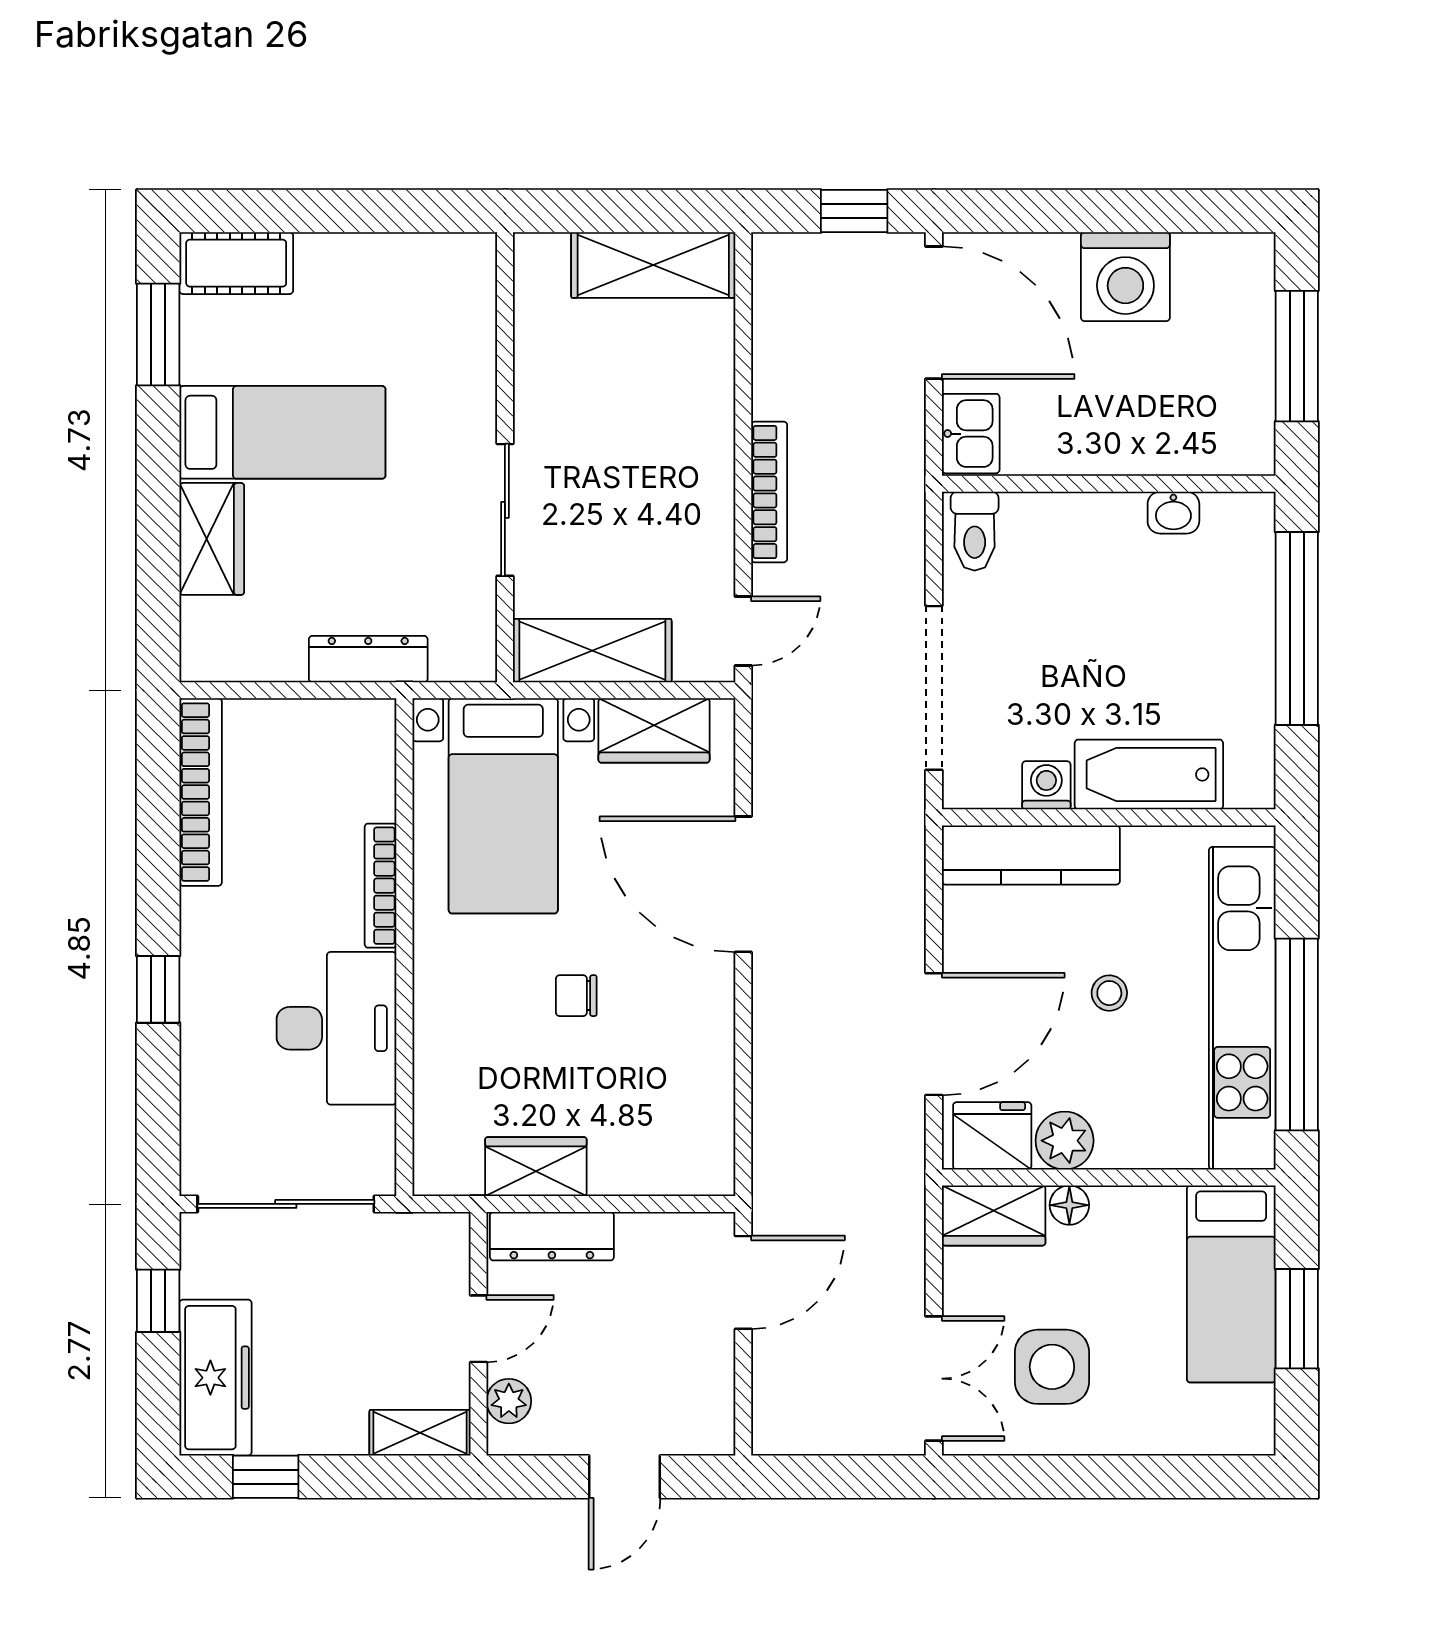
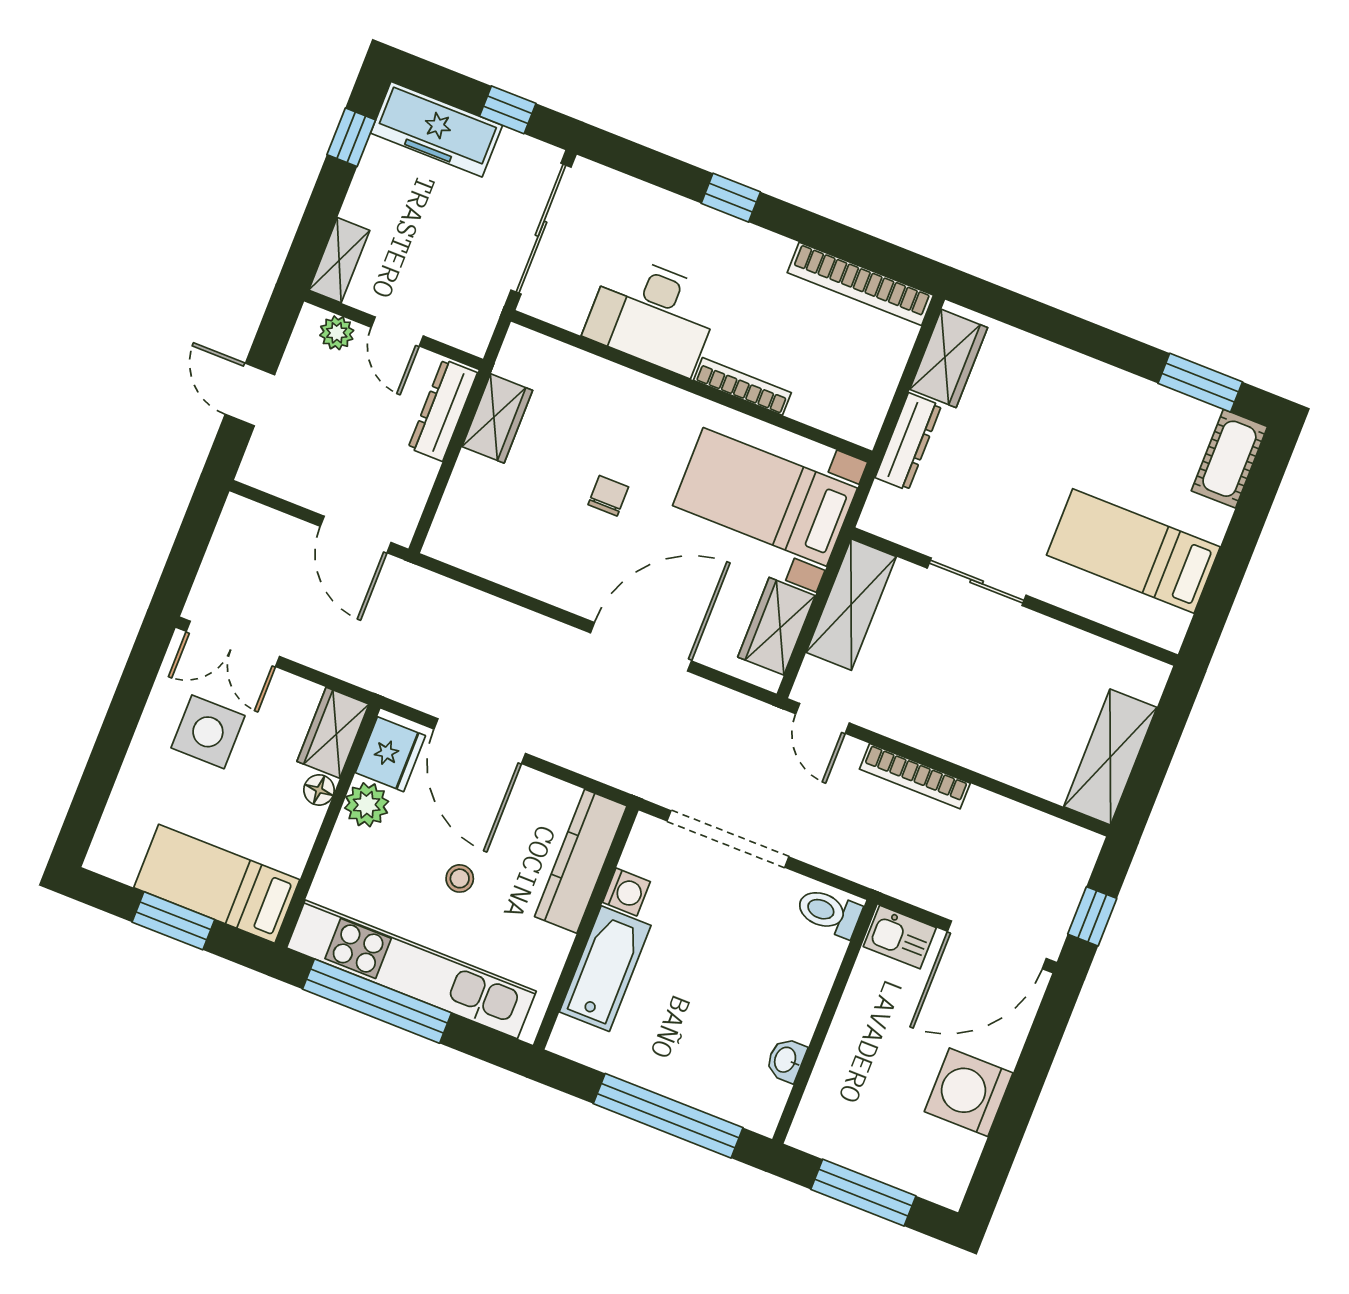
bed: (282, 432) -> (1133, 551), moved, turned 90
wardrobe: (212, 539) -> (949, 358), moved, turned -90

